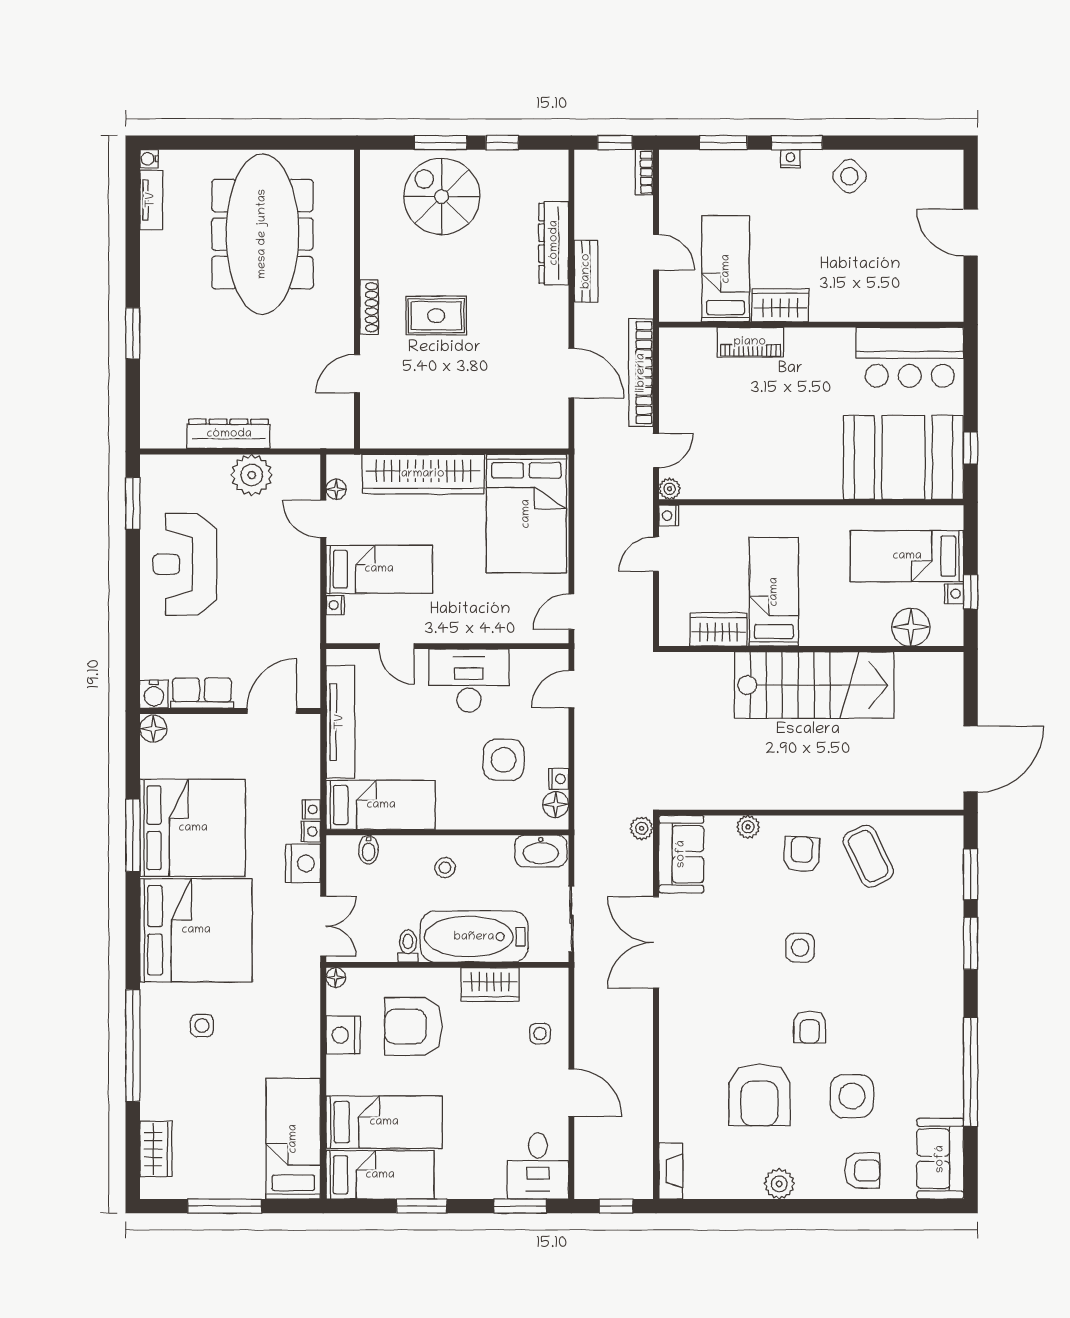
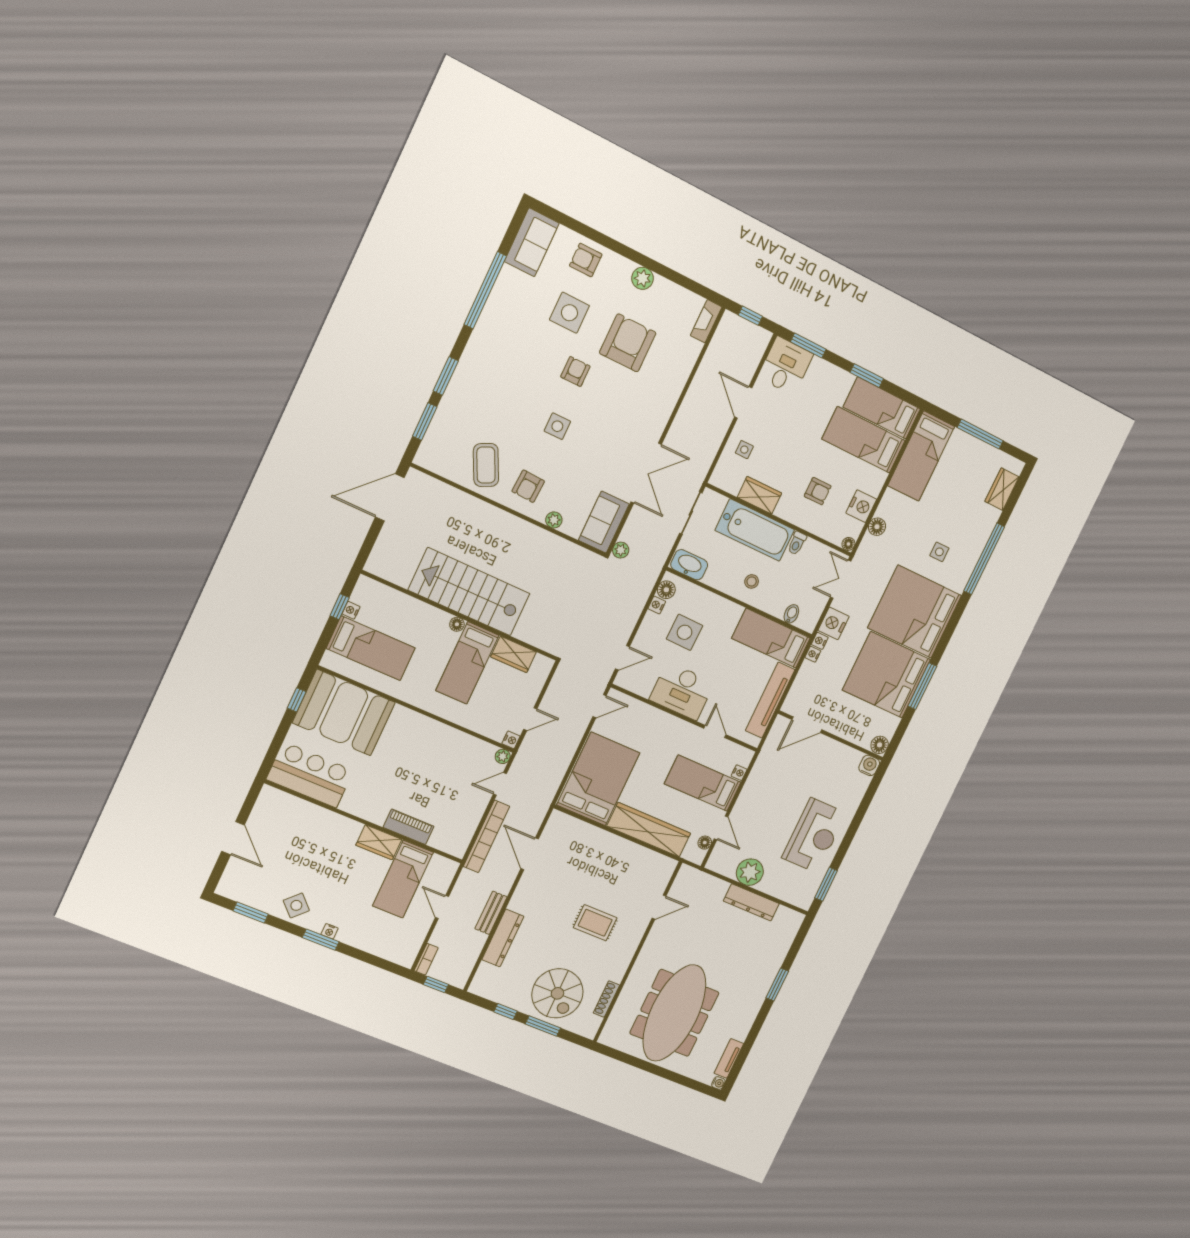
window: (723, 143) -> (251, 912), moved
shoe rack: (369, 307) -> (606, 999), moved
floor lamp: (911, 627) -> (457, 624), moved, width x0.53, depth x0.53
row of seats: (202, 693) -> (842, 754), removed
floor lamp: (307, 1018) -> (877, 527), added
armchair: (413, 1027) -> (818, 491), width x0.53, depth x0.53

